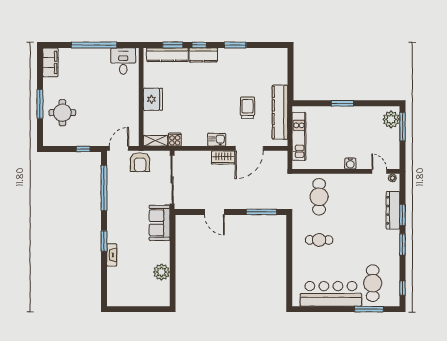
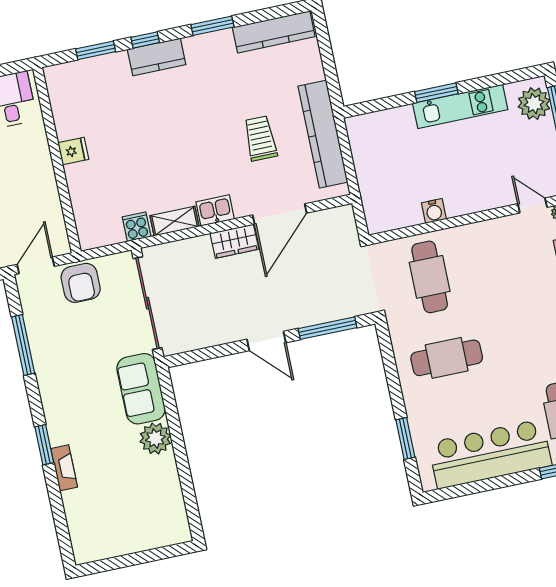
kitchen counter: (167, 55) -> (274, 32), moved
fridge: (153, 99) -> (73, 151), width x0.53, depth x0.75
kitchen unit: (299, 136) -> (460, 106), moved, turned 90
shelving: (156, 141) -> (175, 221), moved
water cooler: (350, 164) -> (434, 211), moved
window: (104, 188) -> (23, 345), width x0.68
door: (214, 212) -> (266, 341), moved
cafe table: (319, 240) -> (447, 358), width x1.37, depth x1.35
plant: (161, 272) -> (155, 438), moved
window: (289, 277) -> (405, 438), added

